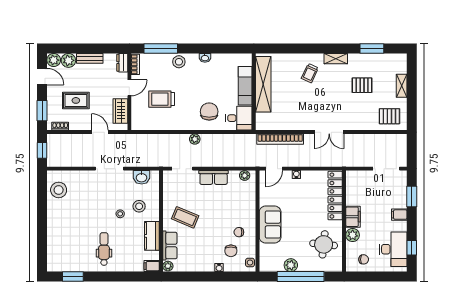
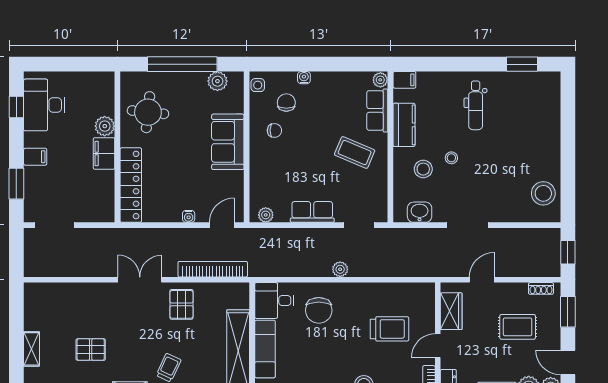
pallet: (389, 116) -> (181, 304), moved, turned 90
door: (100, 132) -> (482, 280), swing flipped
chair: (364, 259) -> (88, 90), removed
plant: (291, 265) -> (217, 81), moved

